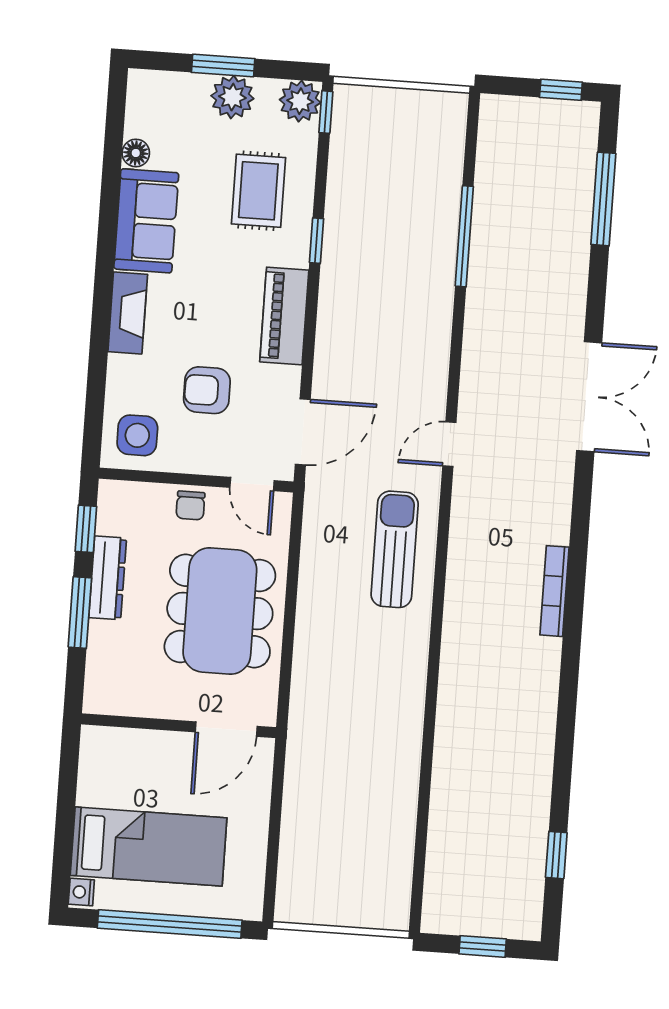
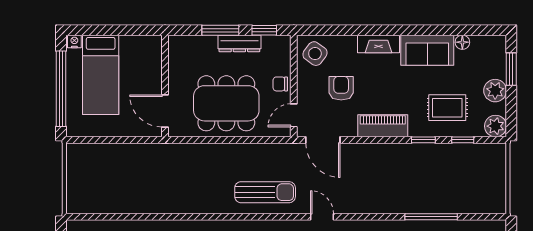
window: (223, 66) -> (511, 69), moved
window: (326, 112) -> (463, 140), moved
side table: (137, 435) -> (315, 54), turned 36

